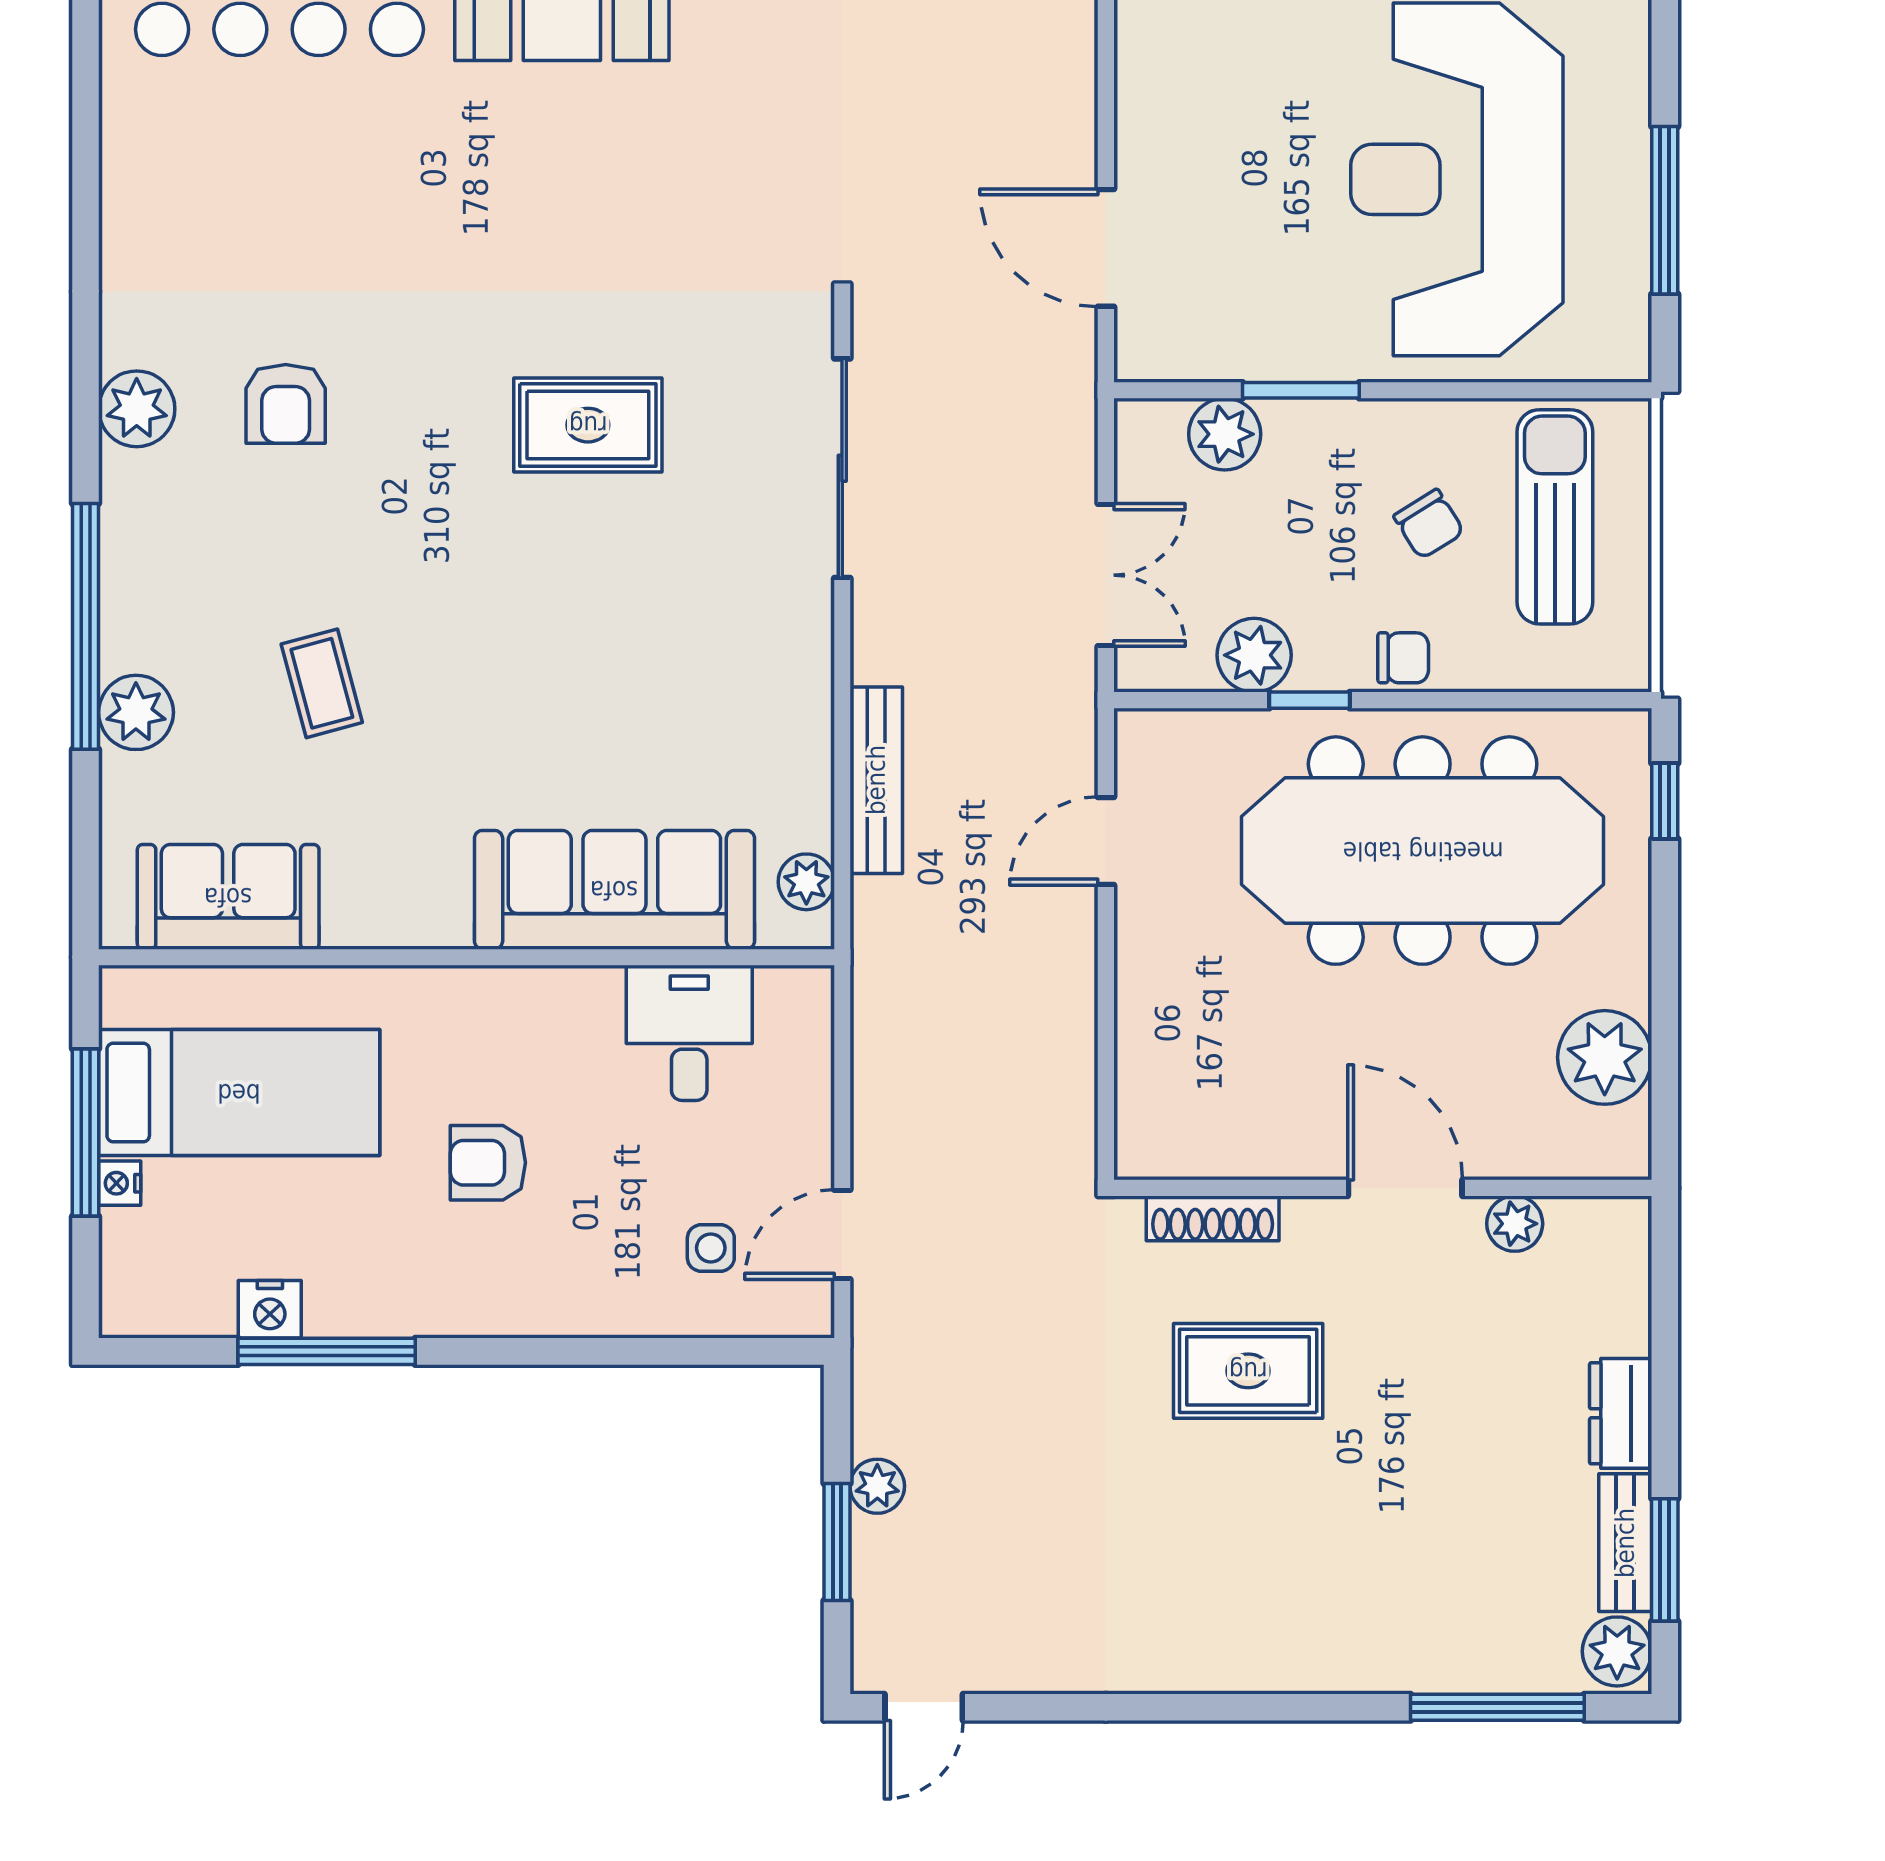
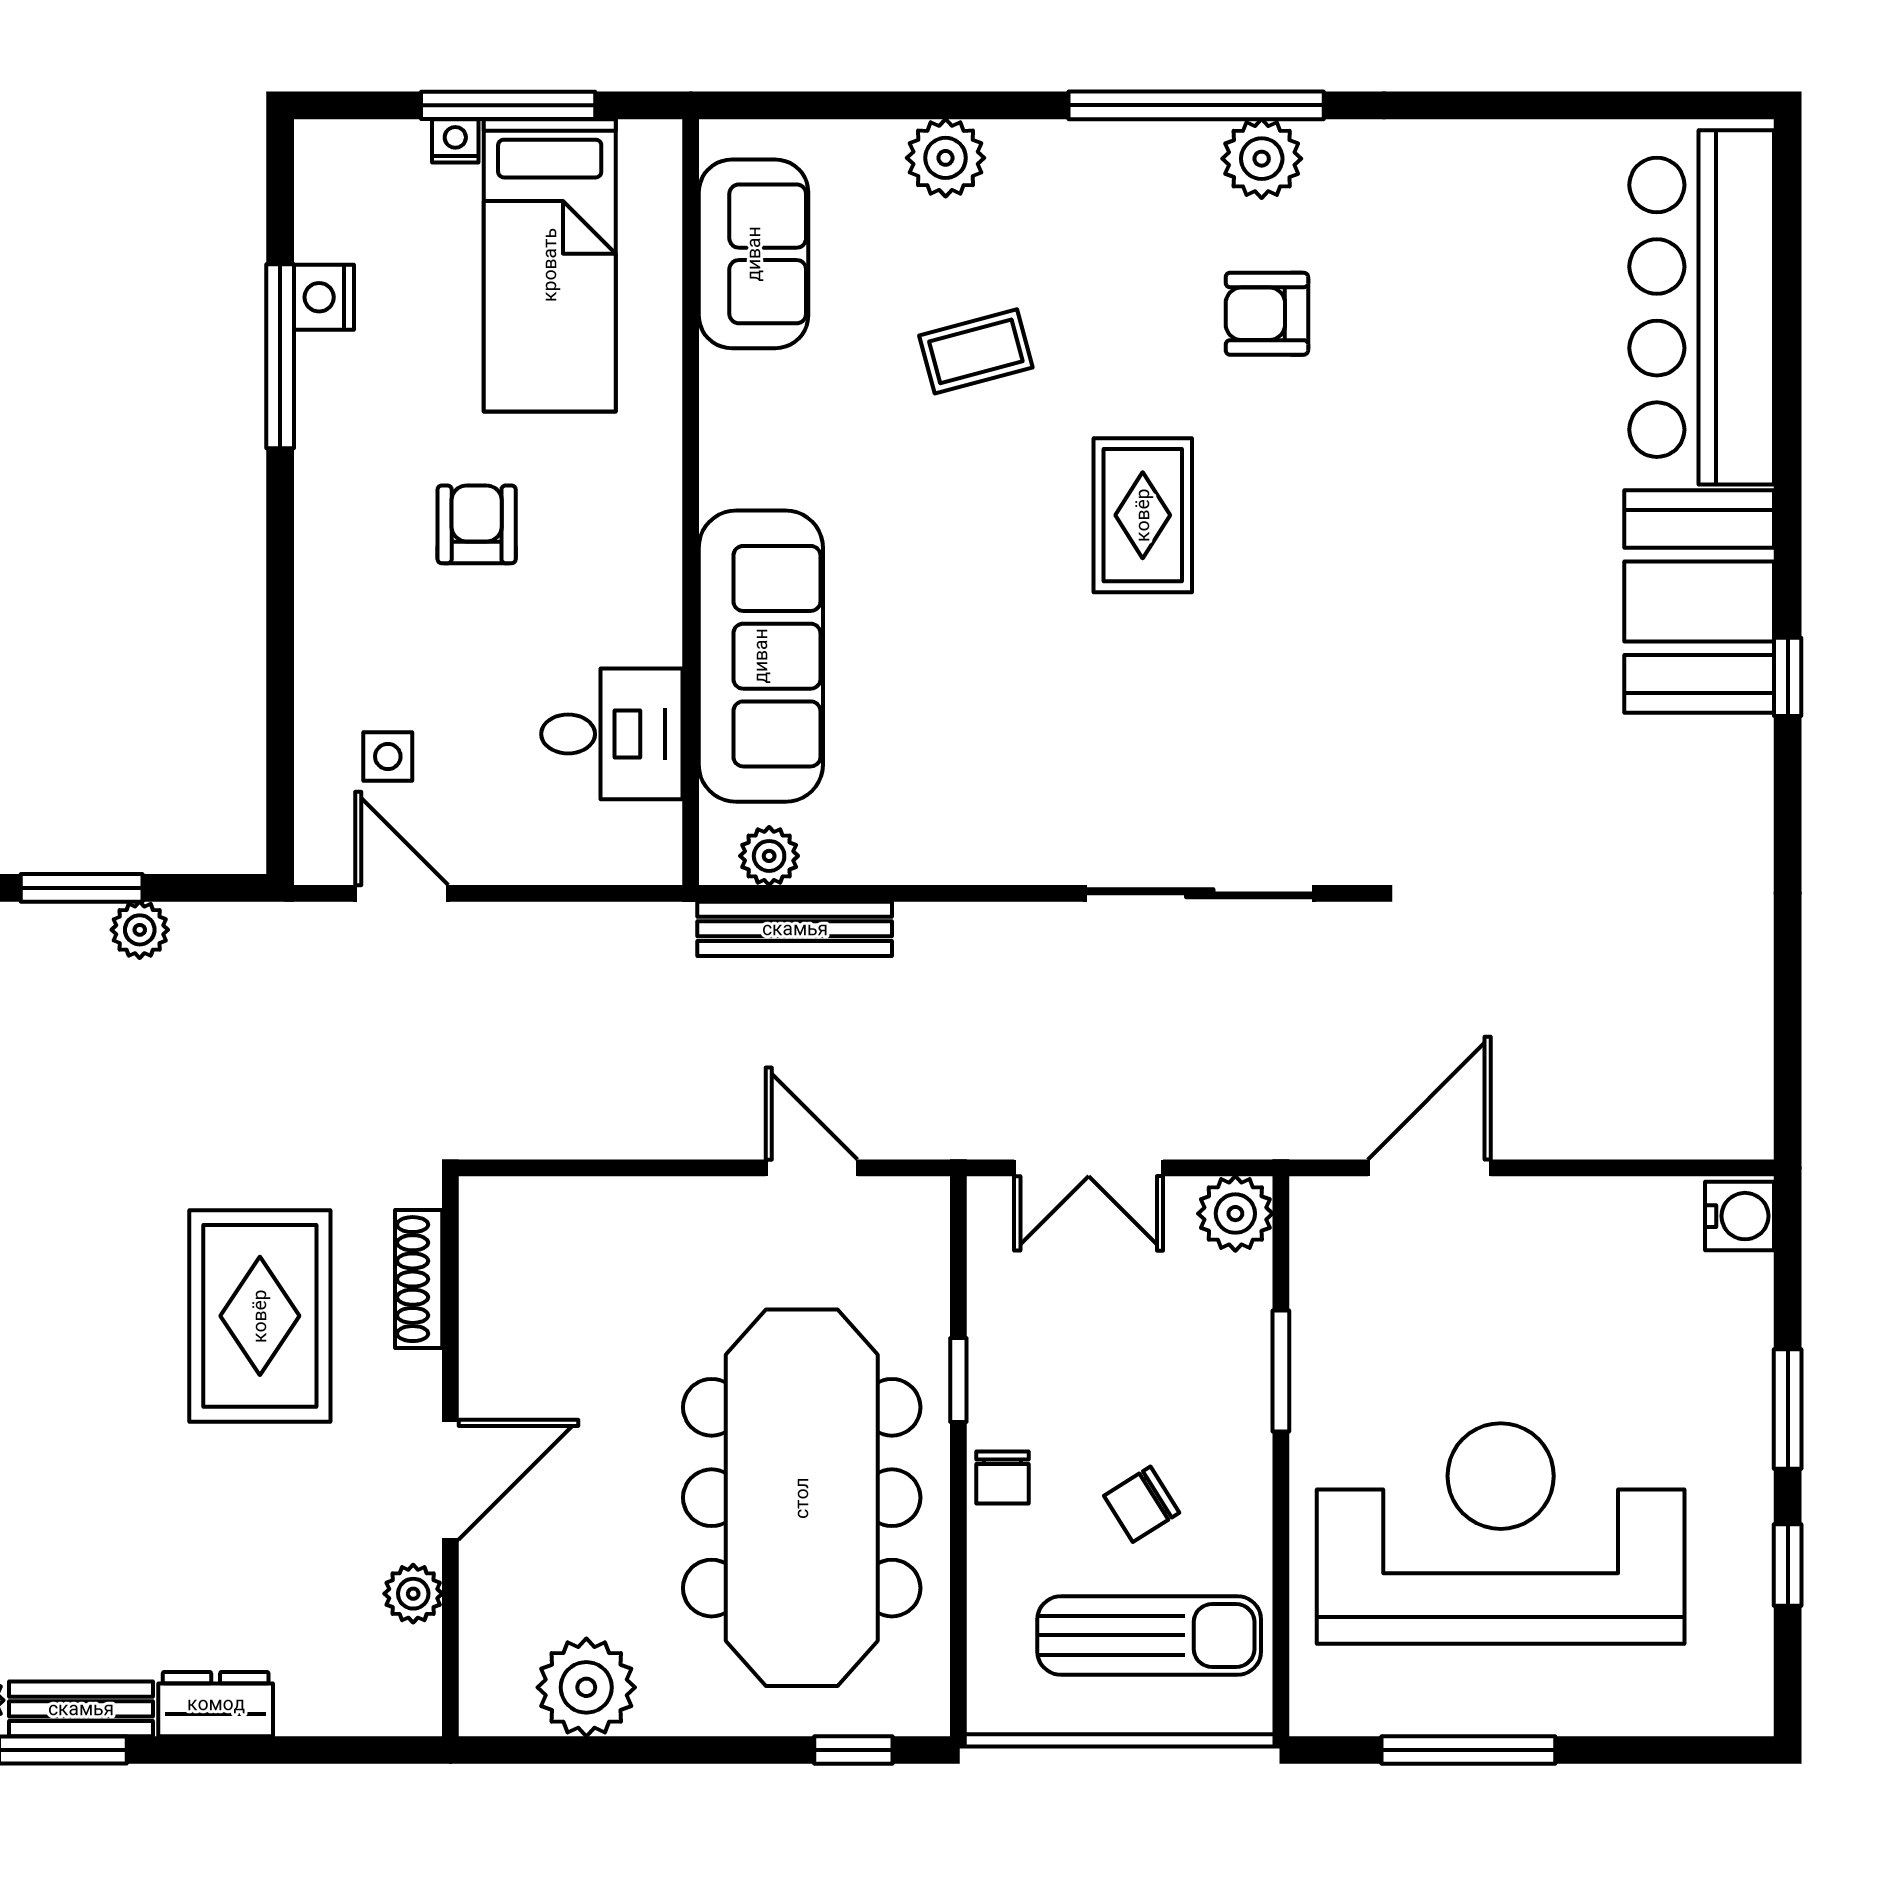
rug: (588, 425) -> (1143, 515), moved
plant: (1225, 434) -> (1235, 1214), moved
window: (86, 626) -> (1196, 105), moved
plant: (1254, 655) -> (1005, 1322), removed
bench: (876, 780) -> (795, 929), moved
rug: (1248, 1371) -> (260, 1316), width x1.36, depth x1.43

